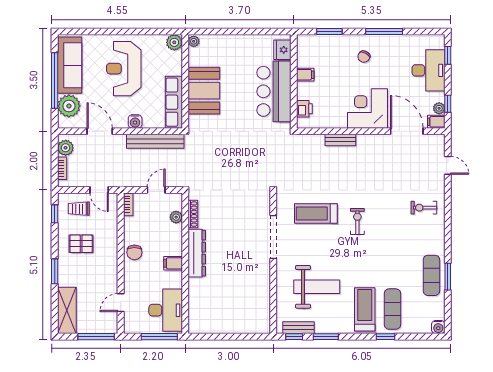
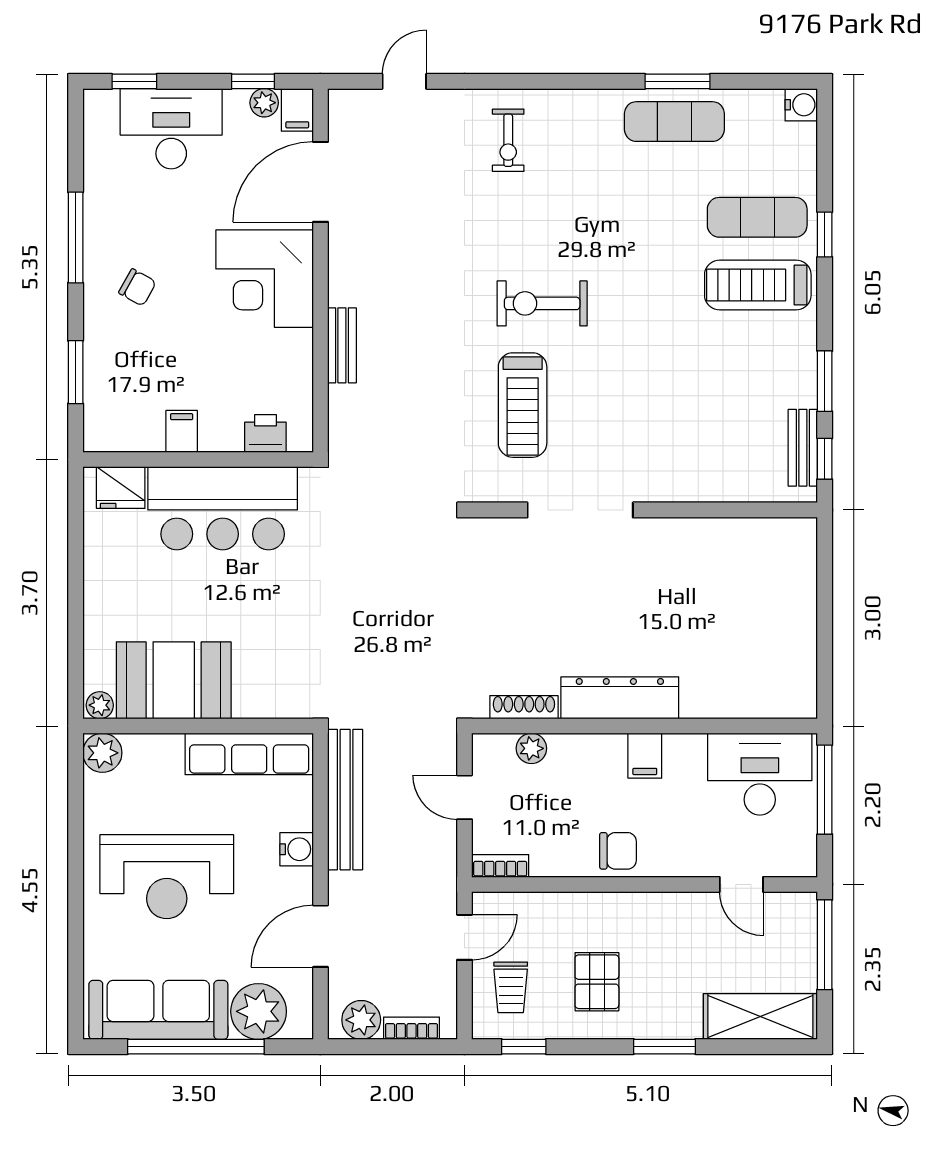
booth: (204, 91) -> (174, 680), moved
exercise bike: (357, 221) -> (542, 303), width x1.38, depth x1.39
weight bench: (317, 287) -> (703, 403), removed

